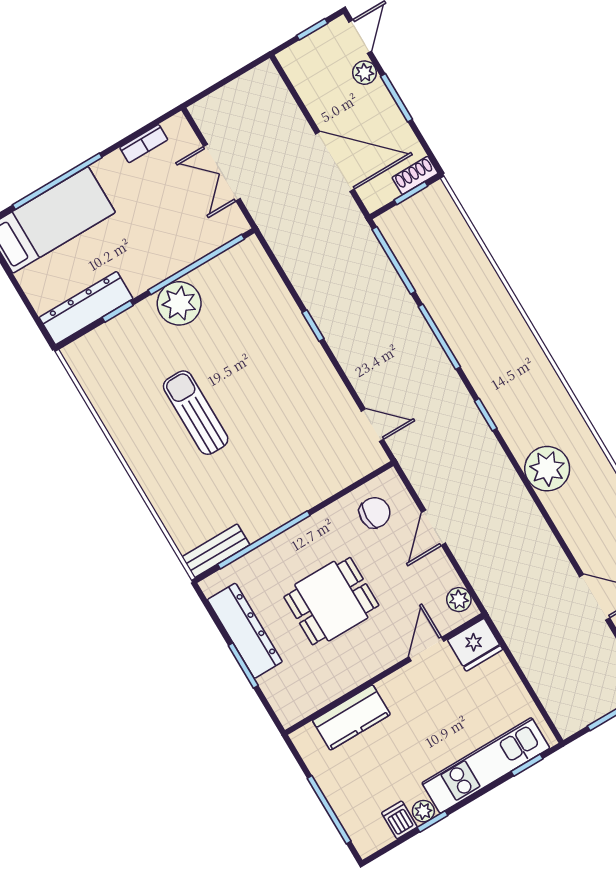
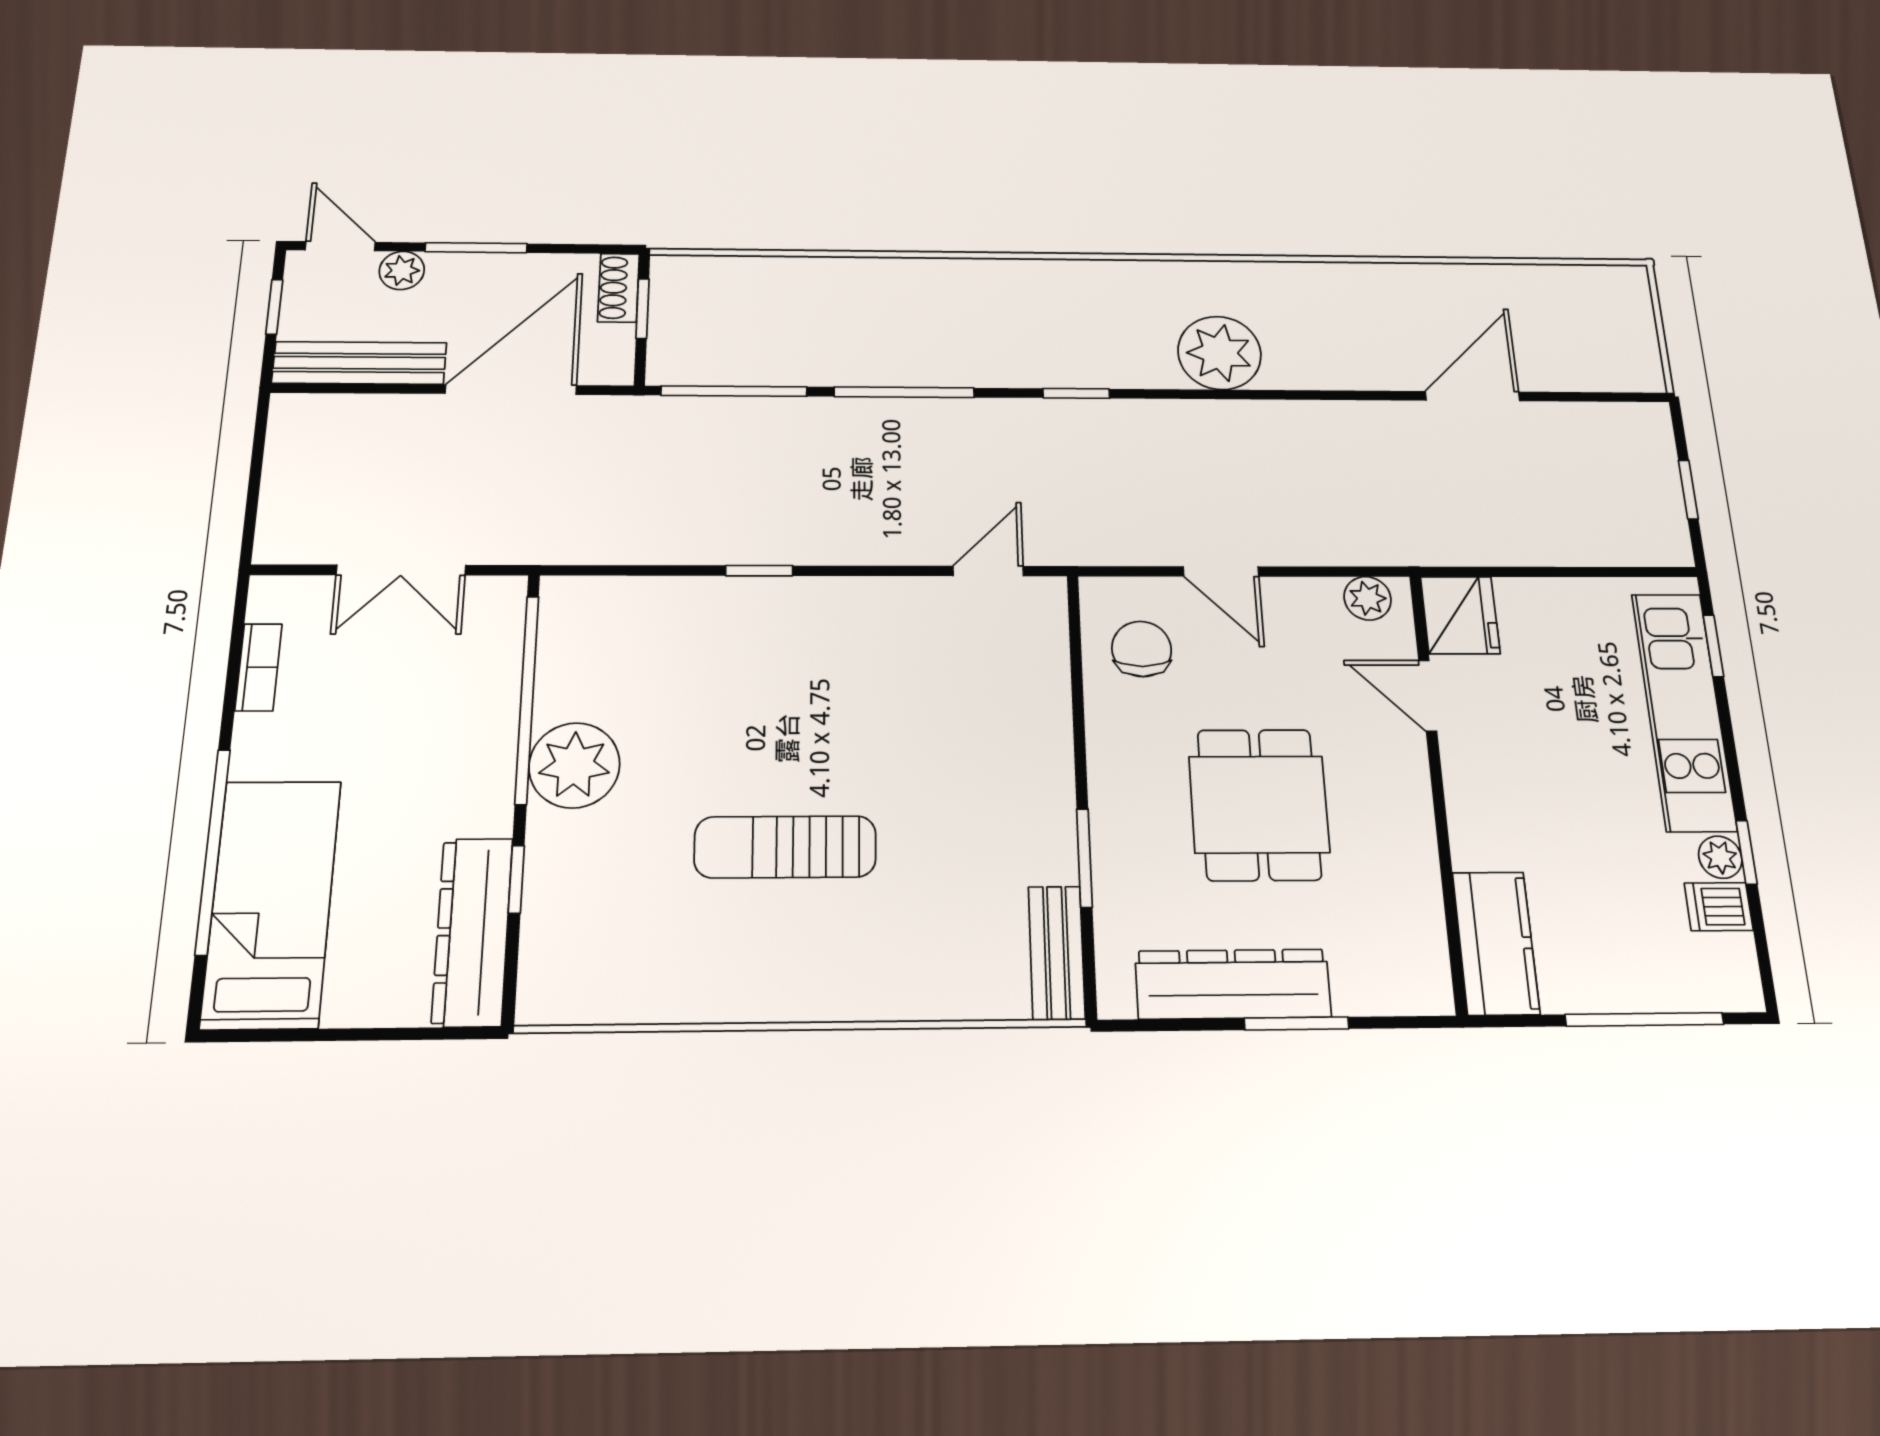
bench: (308, 86) -> (359, 363), added
window: (264, 540) -> (1084, 858), width x0.47
kitchen counter: (351, 717) -> (1496, 943), moved

